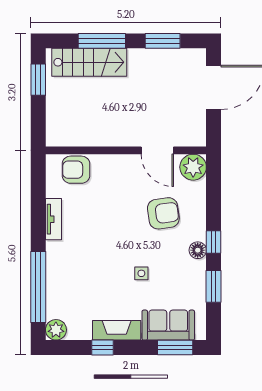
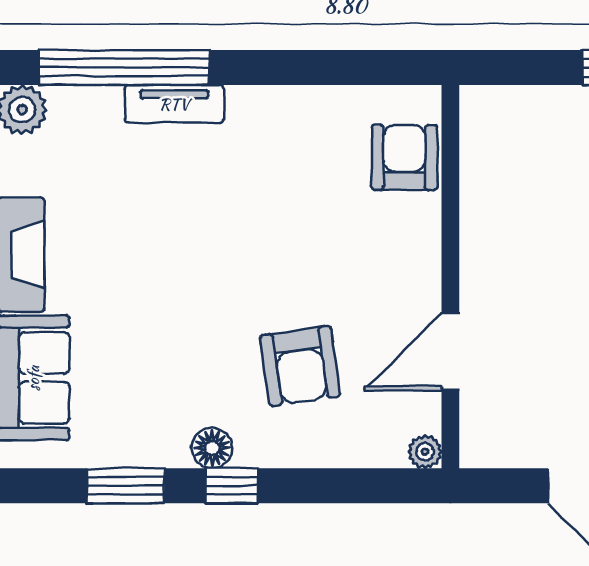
plant: (193, 167) -> (425, 452), width x0.53, depth x0.53
tv unit: (54, 219) -> (174, 104), moved
side table: (141, 273) -> (157, 314), removed

